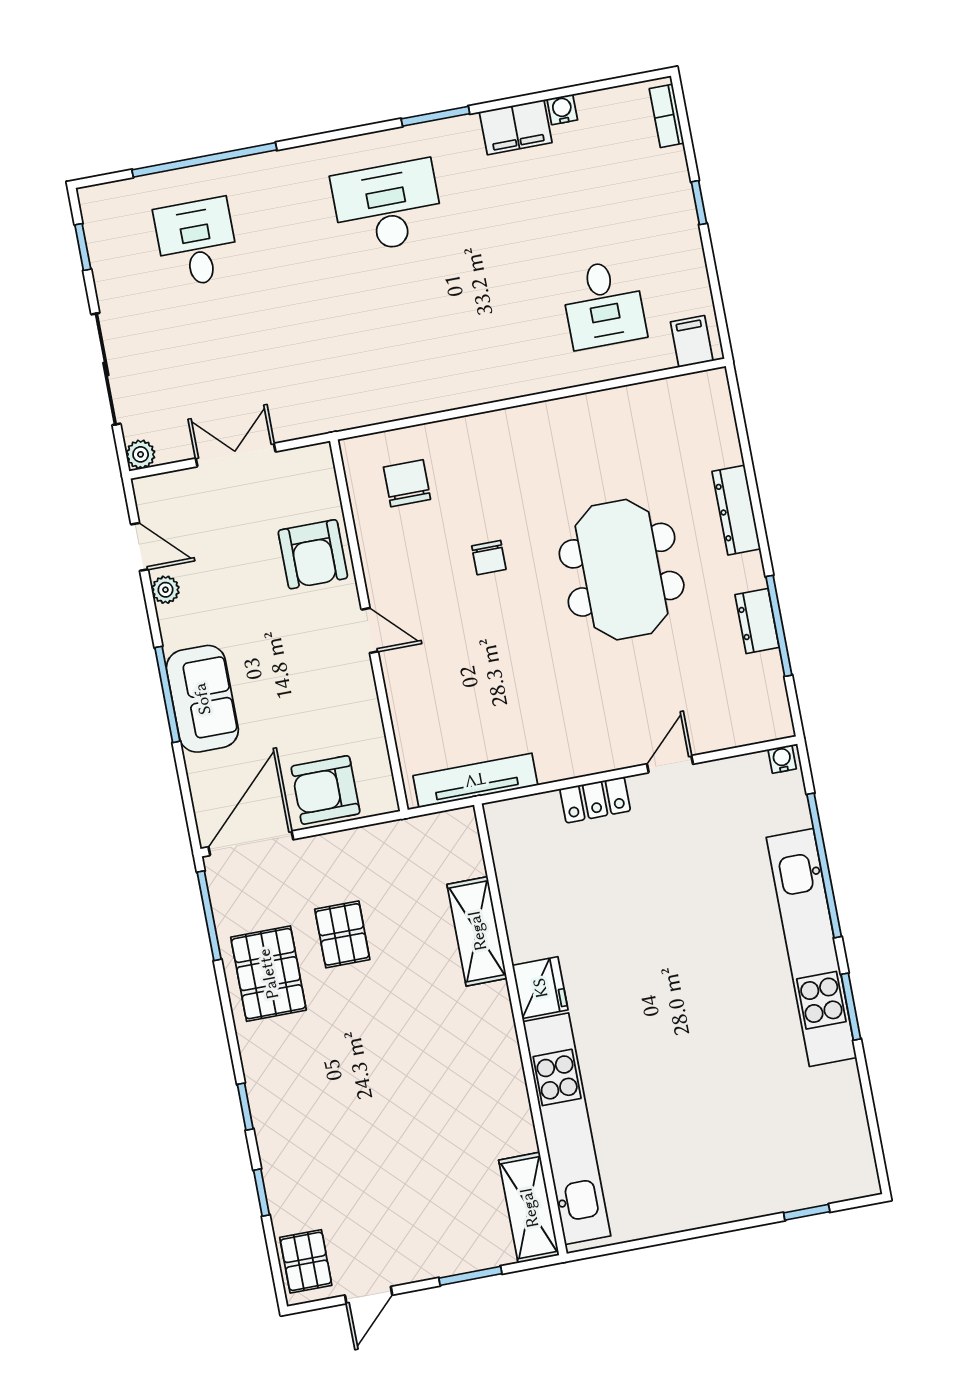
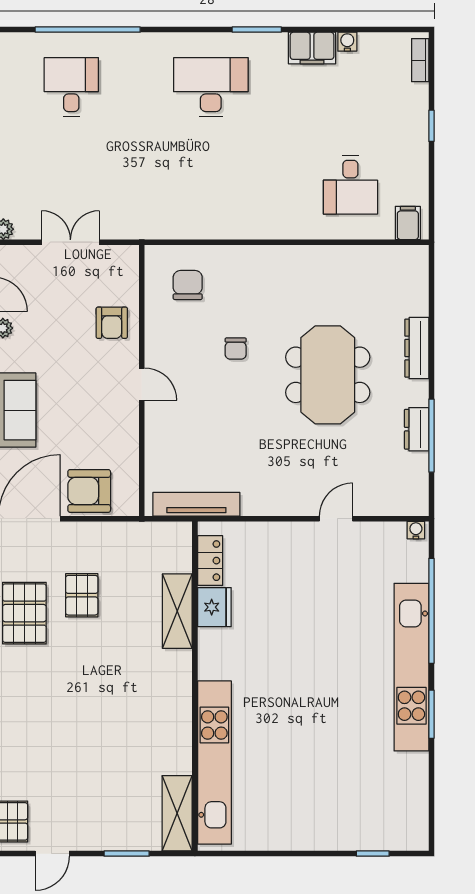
armchair: (313, 554) -> (112, 323), width x0.72, depth x0.72
locker: (595, 800) -> (210, 561), moved, turned -90
fridge: (540, 988) -> (214, 607), moved

